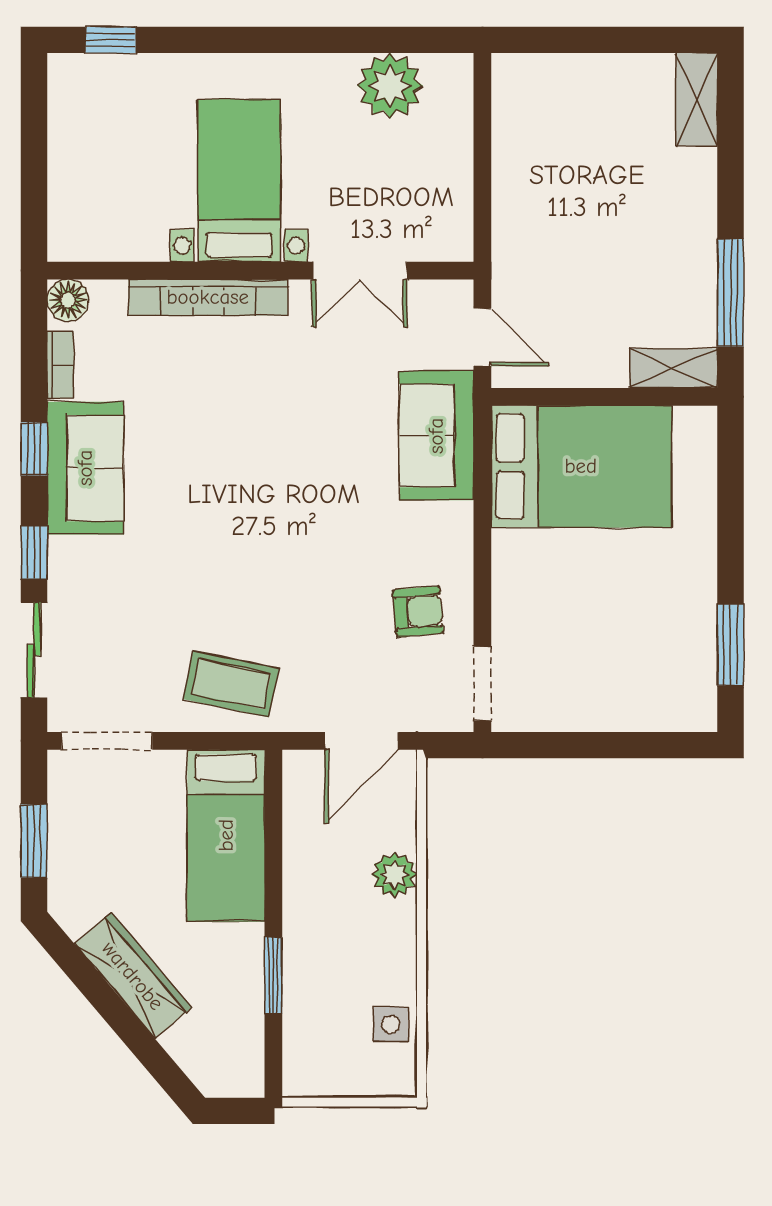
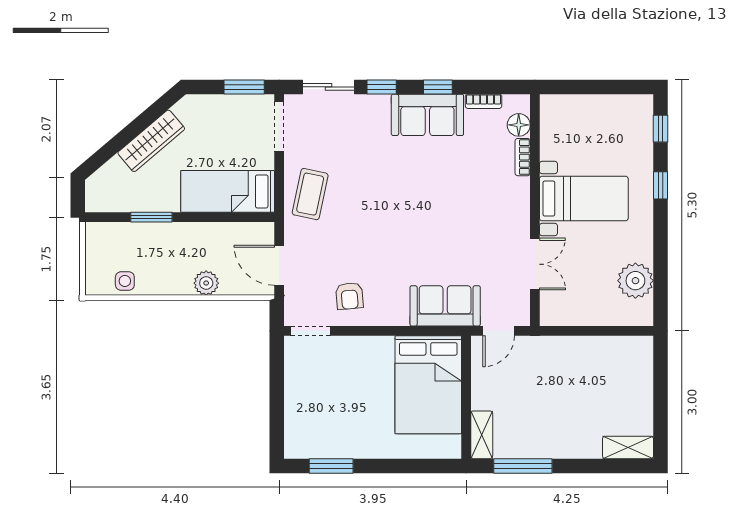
window: (215, 40) -> (660, 185), added
double door: (360, 271) -> (535, 264), swing flipped
bookcase: (208, 297) -> (523, 157), width x0.43, depth x0.76
floor lamp: (68, 300) -> (519, 125), moved
window: (34, 841) -> (244, 87), moved

